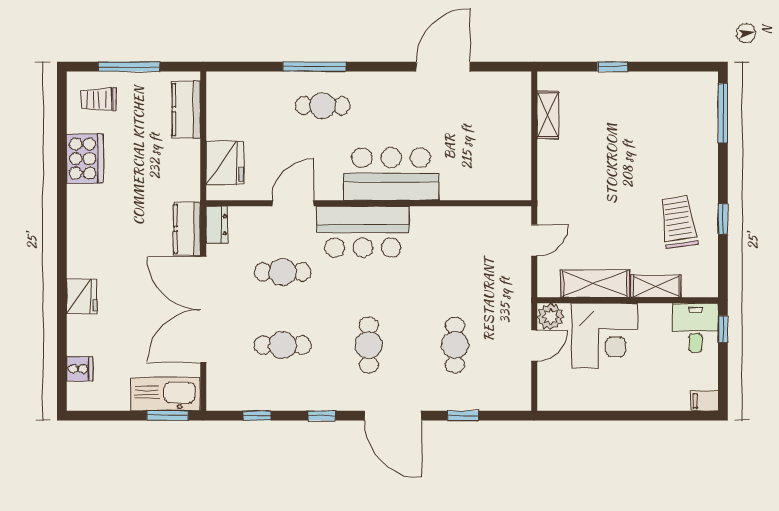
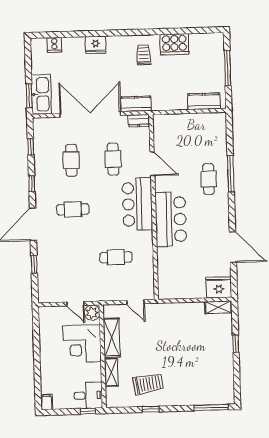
trolley: (99, 100) -> (144, 55), moved
shelving: (548, 115) -> (218, 307), moved
fridge: (225, 163) -> (219, 287), moved, turned 180
cafe table: (455, 345) -> (116, 257), moved

